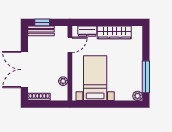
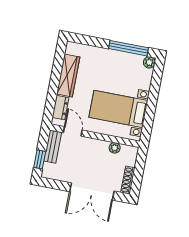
bench: (41, 31) -> (53, 147), moved

